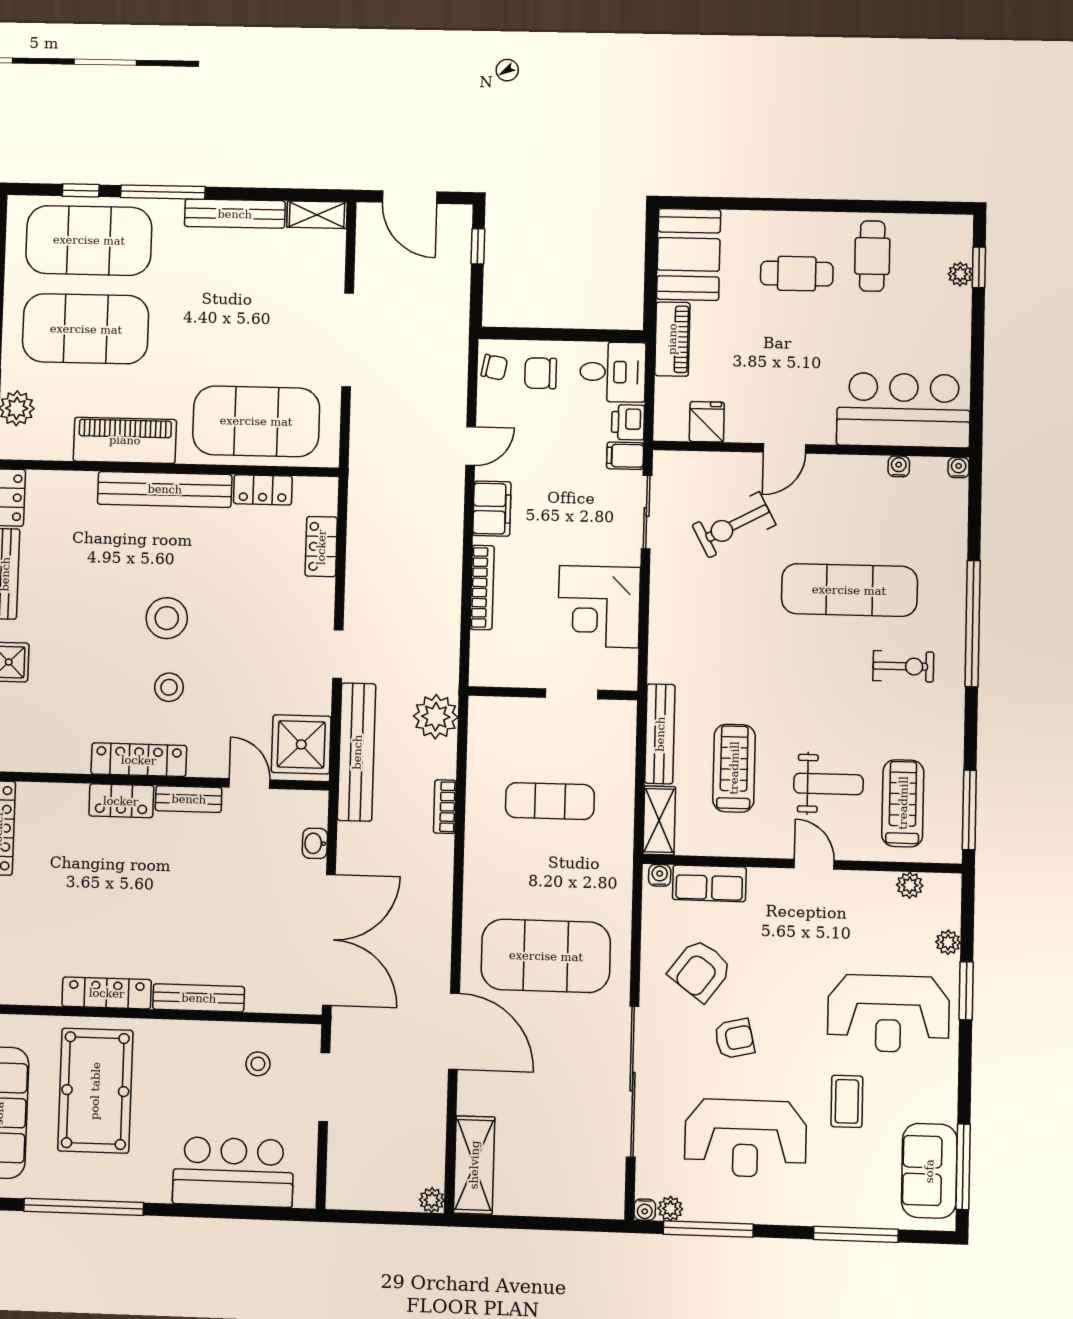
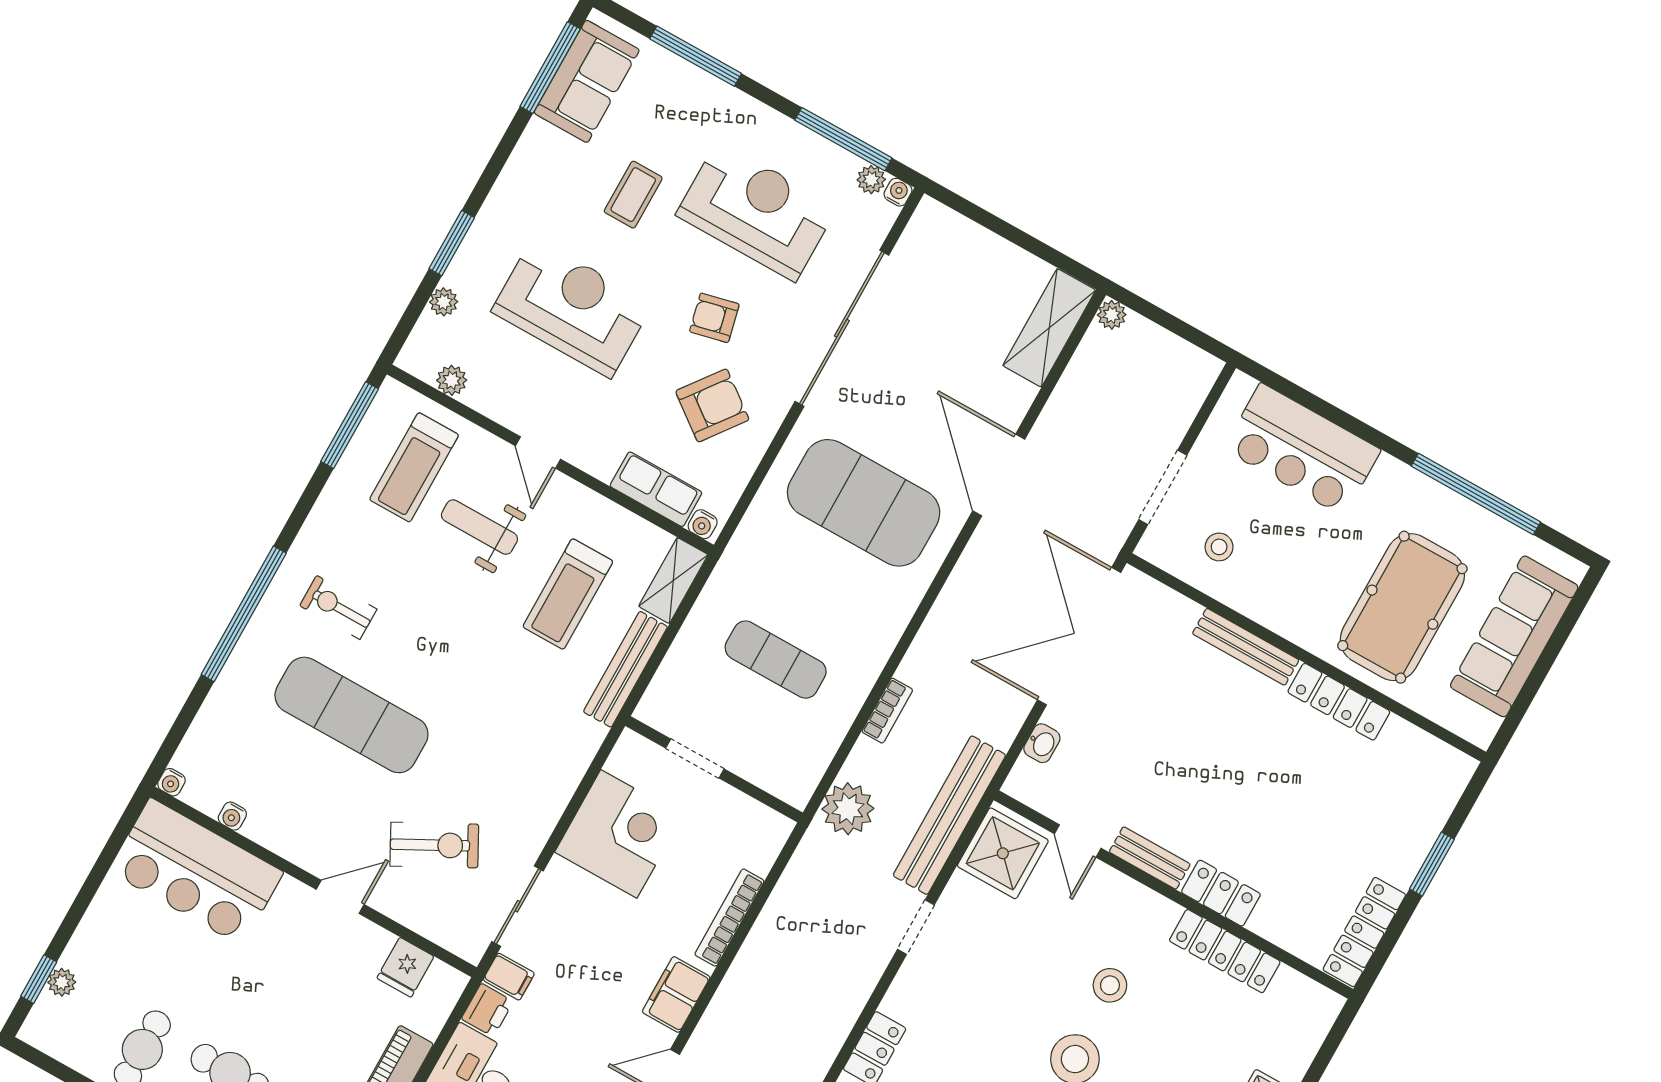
locker: (139, 760) -> (1225, 951), moved
reception desk: (888, 1014) -> (572, 308), moved

